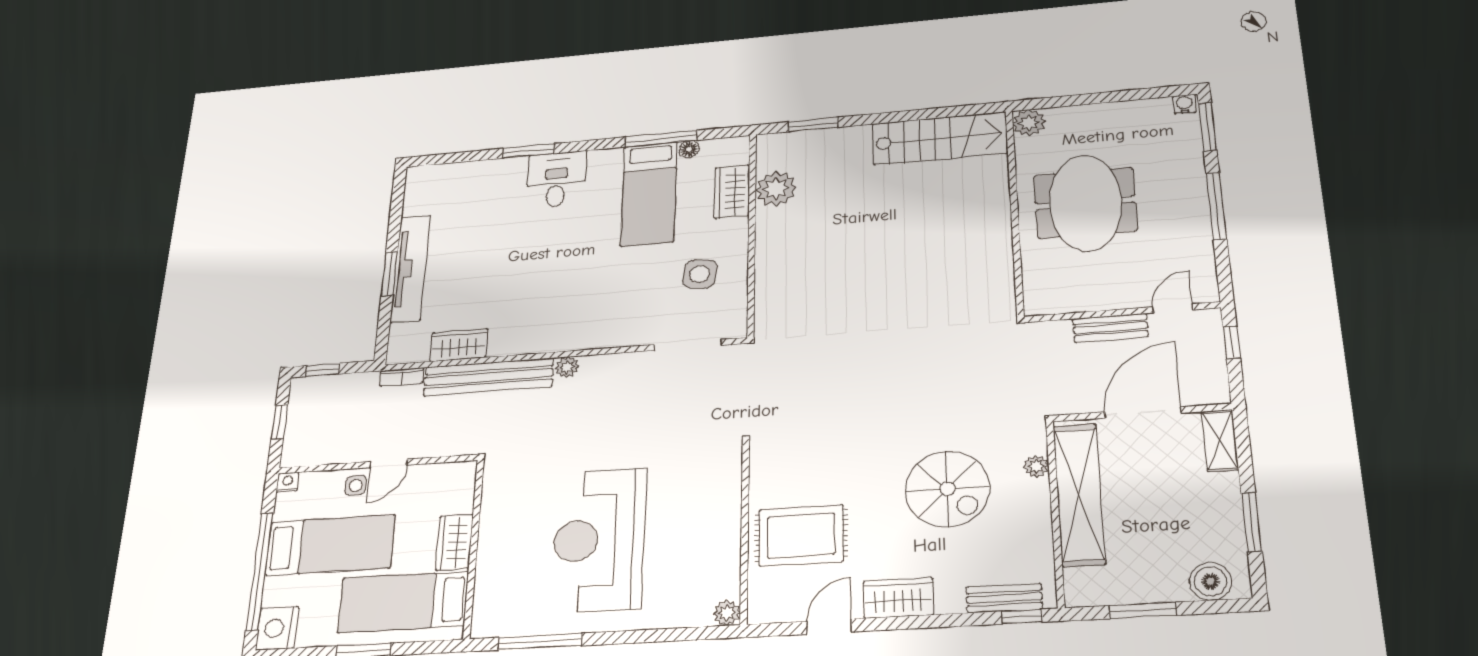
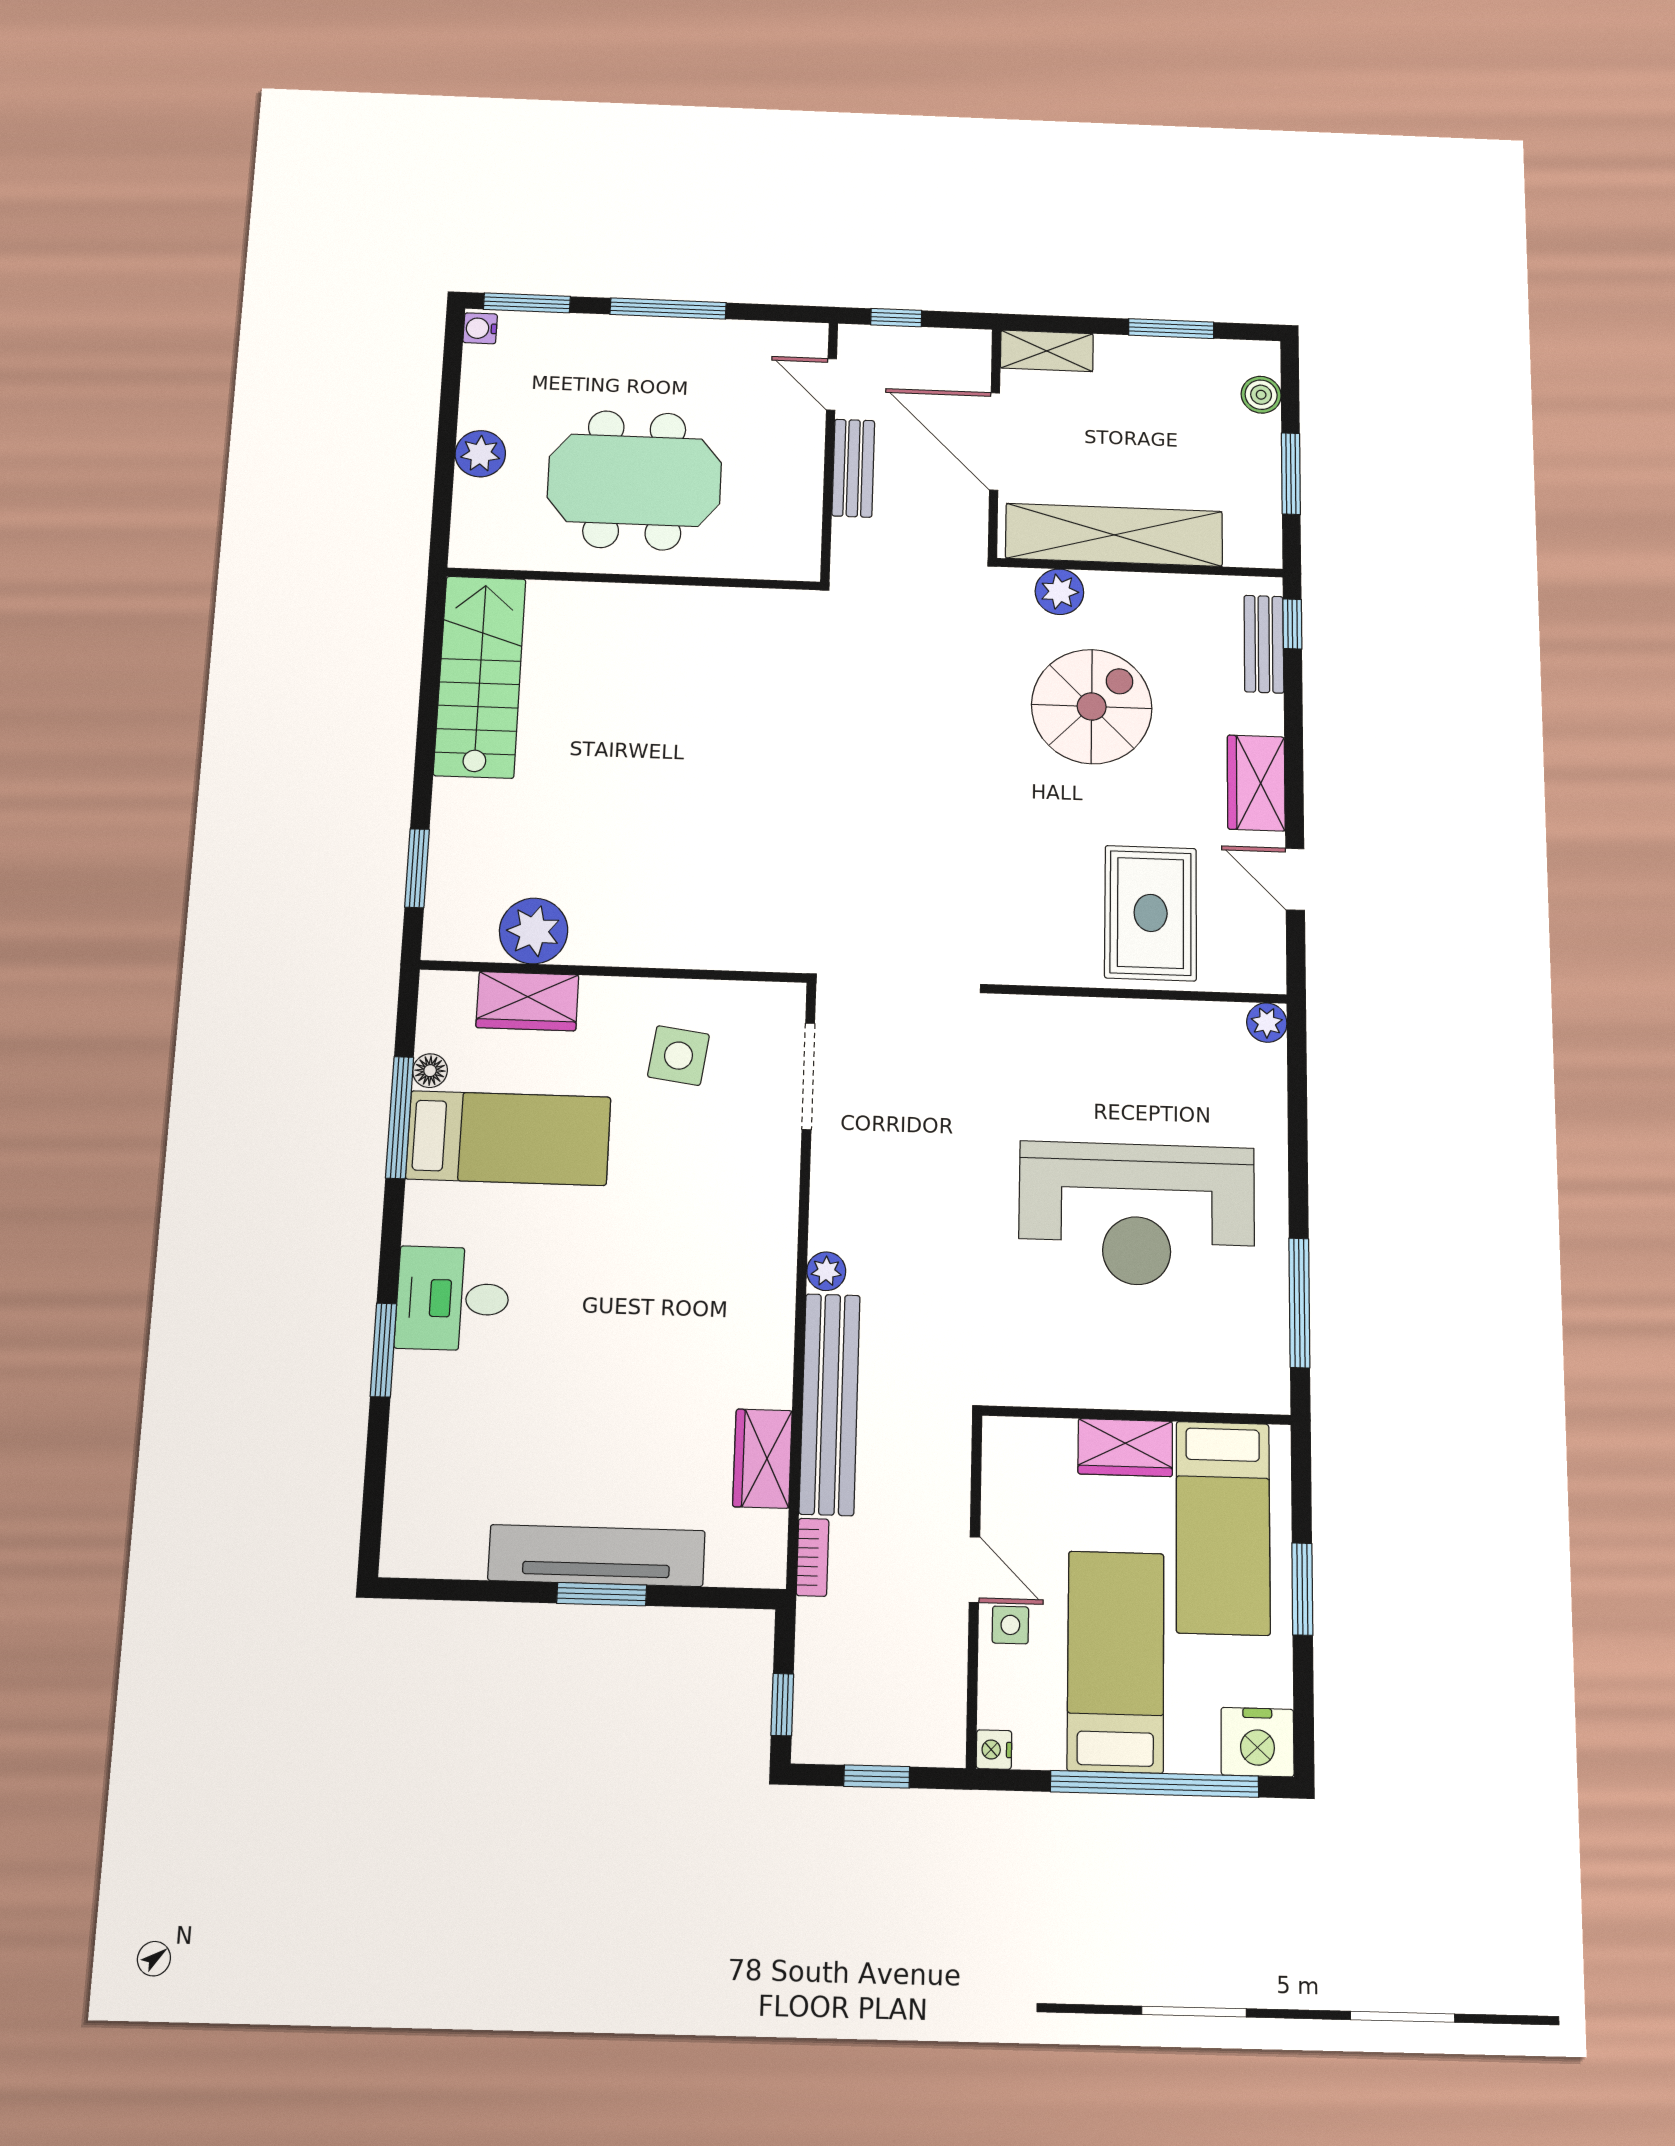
plant: (1029, 123) -> (480, 454), moved
plant: (1036, 466) -> (1059, 592), width x1.38, depth x1.38
boiler: (1211, 581) -> (1261, 395), width x0.73, depth x0.73

